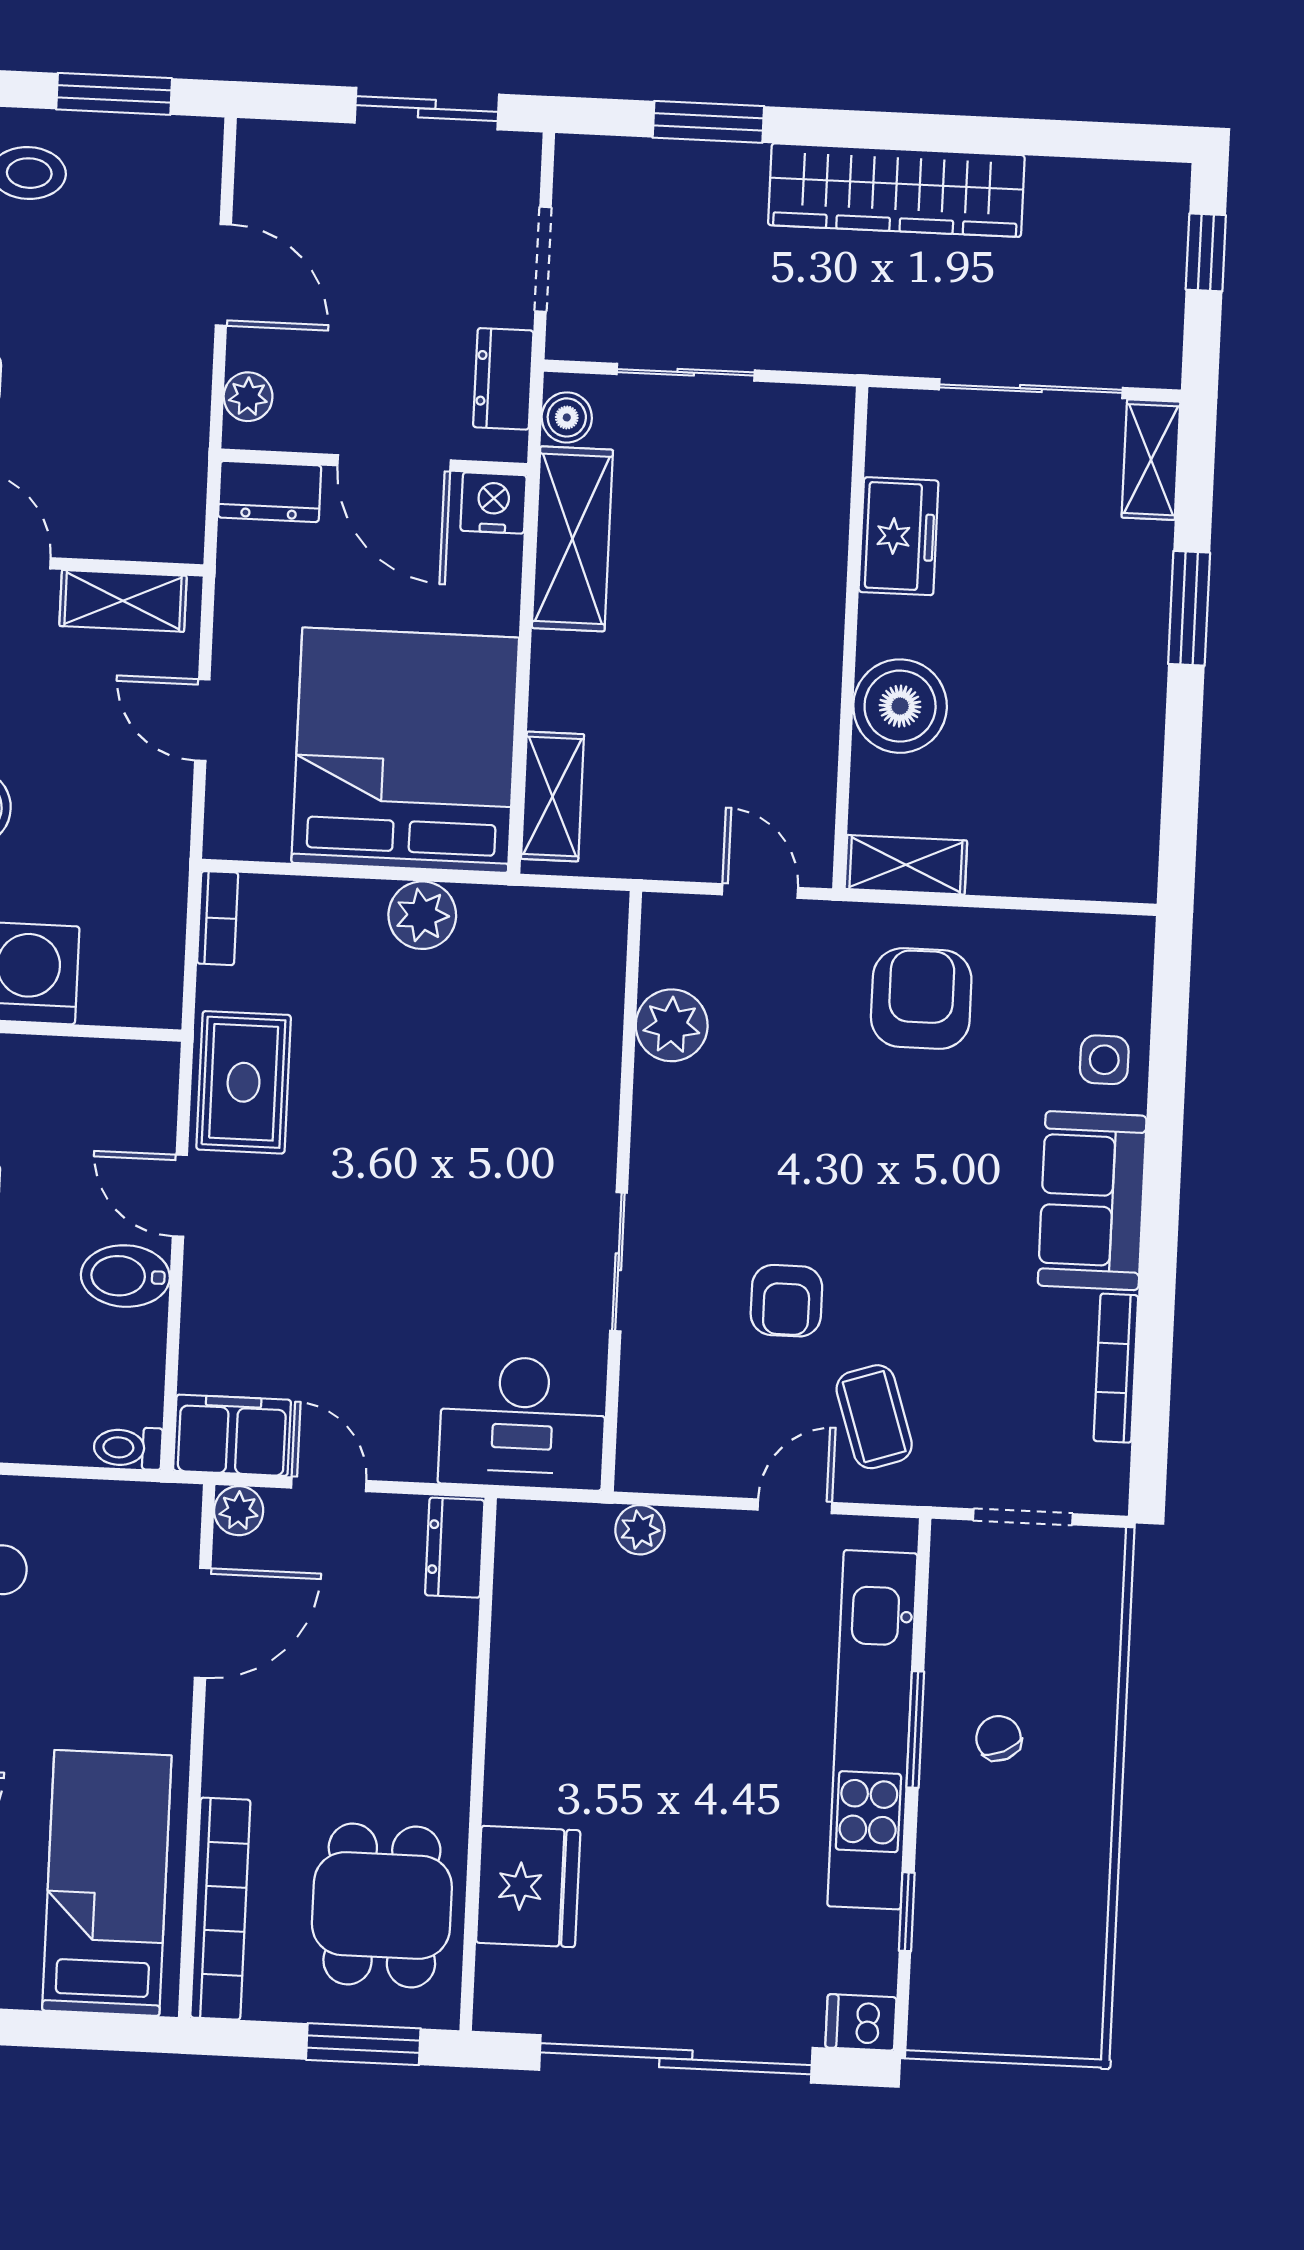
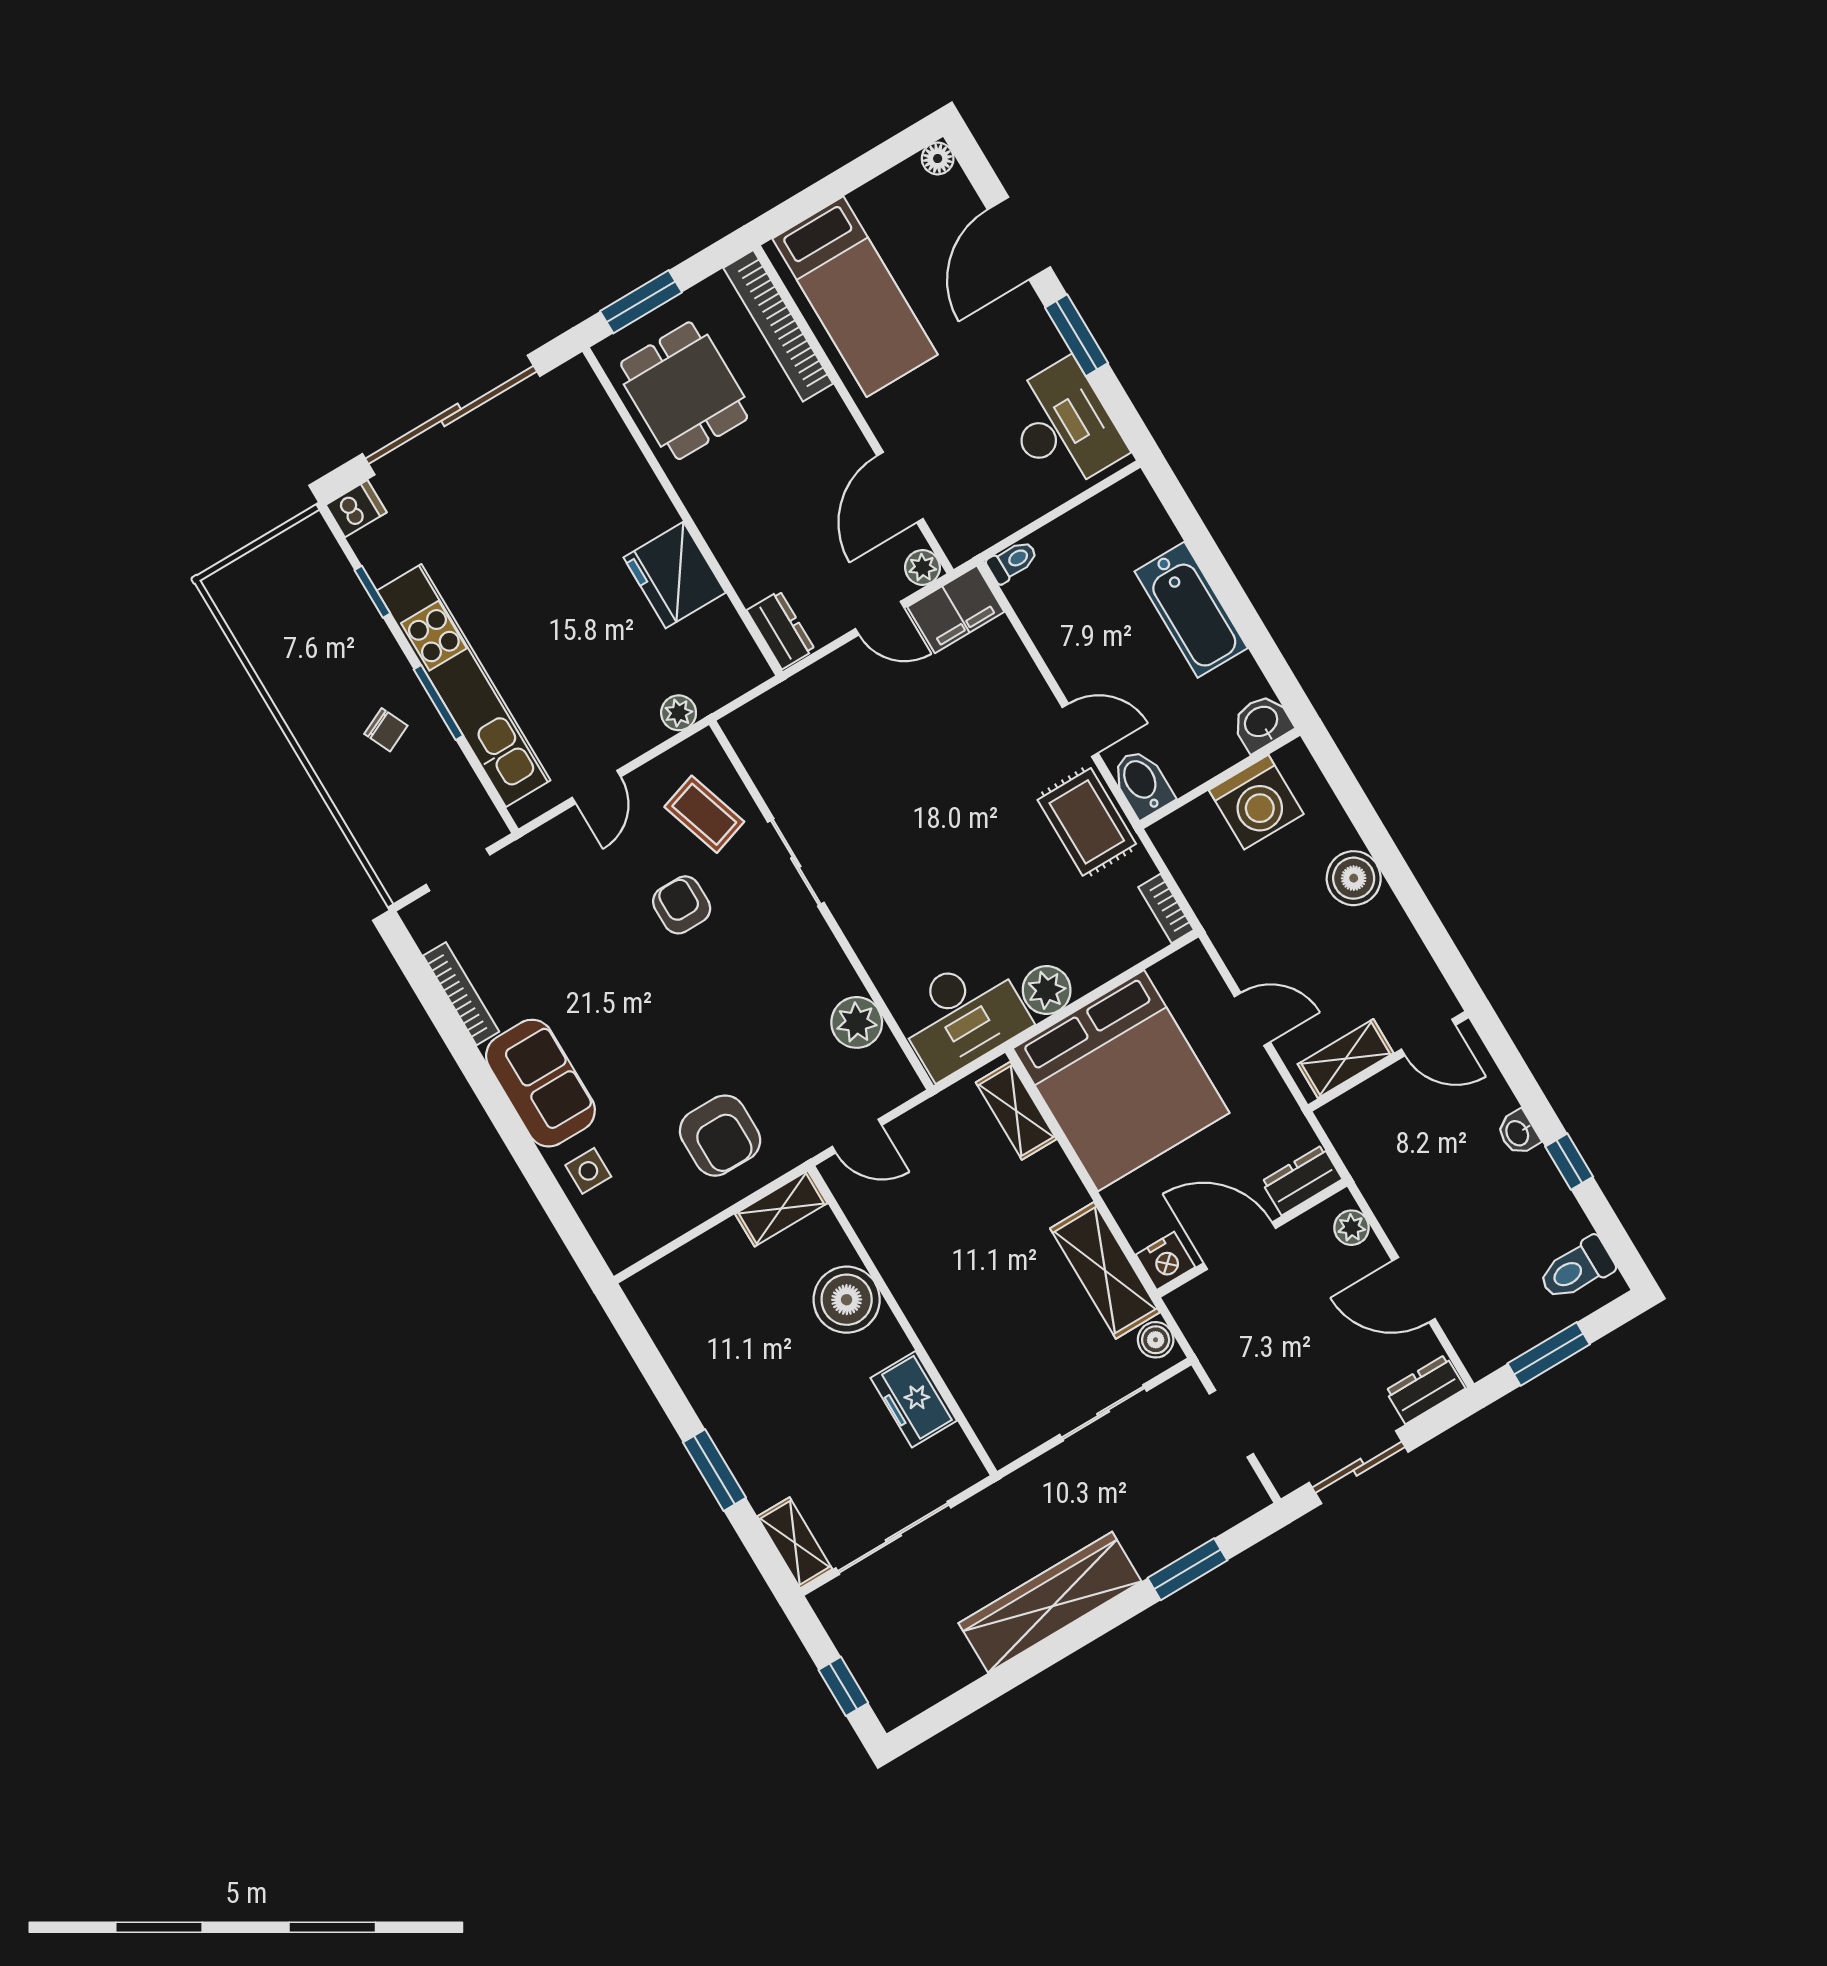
dresser: (503, 379) -> (1425, 1389), moved, turned -90
bidet: (125, 1276) -> (1142, 783), moved, turned -90
coffee table: (874, 1417) -> (704, 814), moved
desk: (522, 1423) -> (962, 1015), moved, turned 180
fridge: (528, 1886) -> (675, 575), moved

